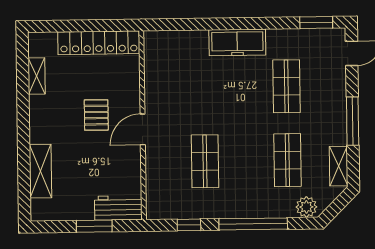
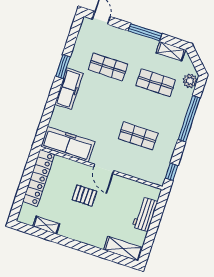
window: (316, 23) -> (63, 67), moved
freezer: (160, 67) -> (68, 144), added
shelving: (40, 171) -> (123, 249), moved
workbench: (118, 208) -> (145, 214), moved
window: (189, 225) -> (172, 172), moved
window: (94, 226) -> (155, 221), removed

